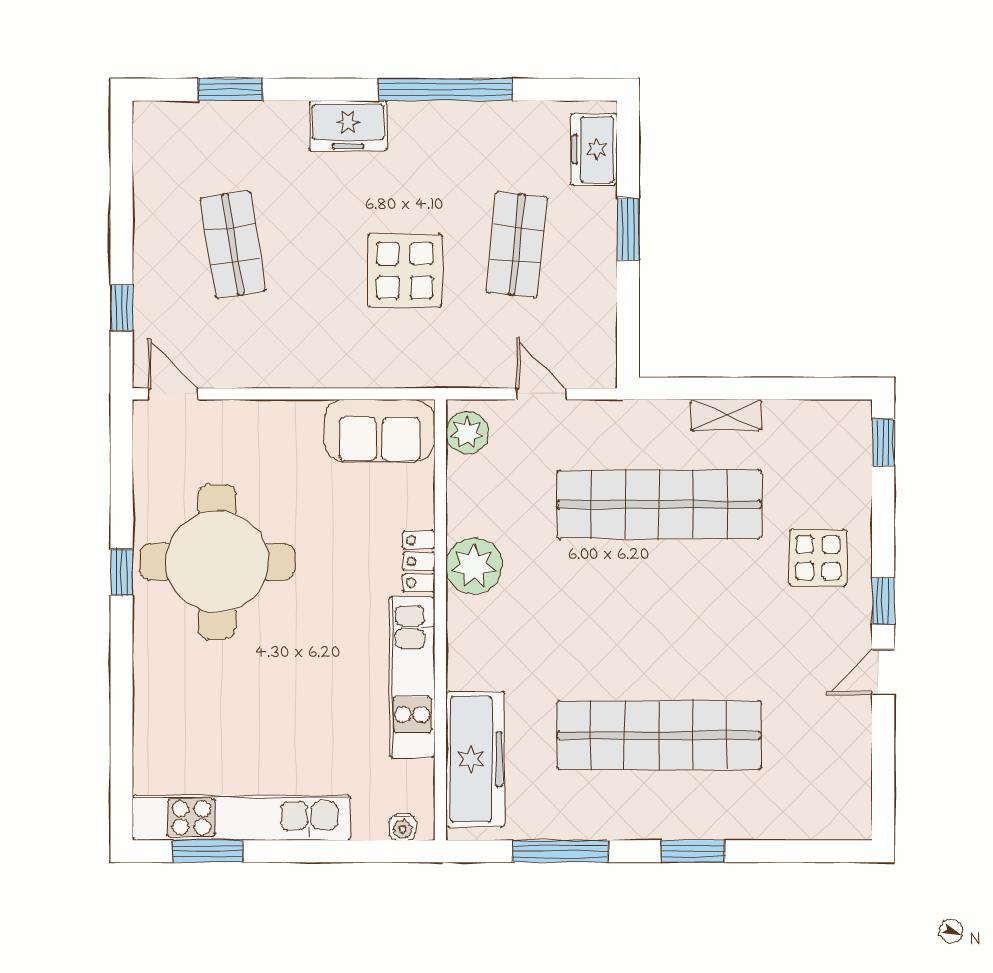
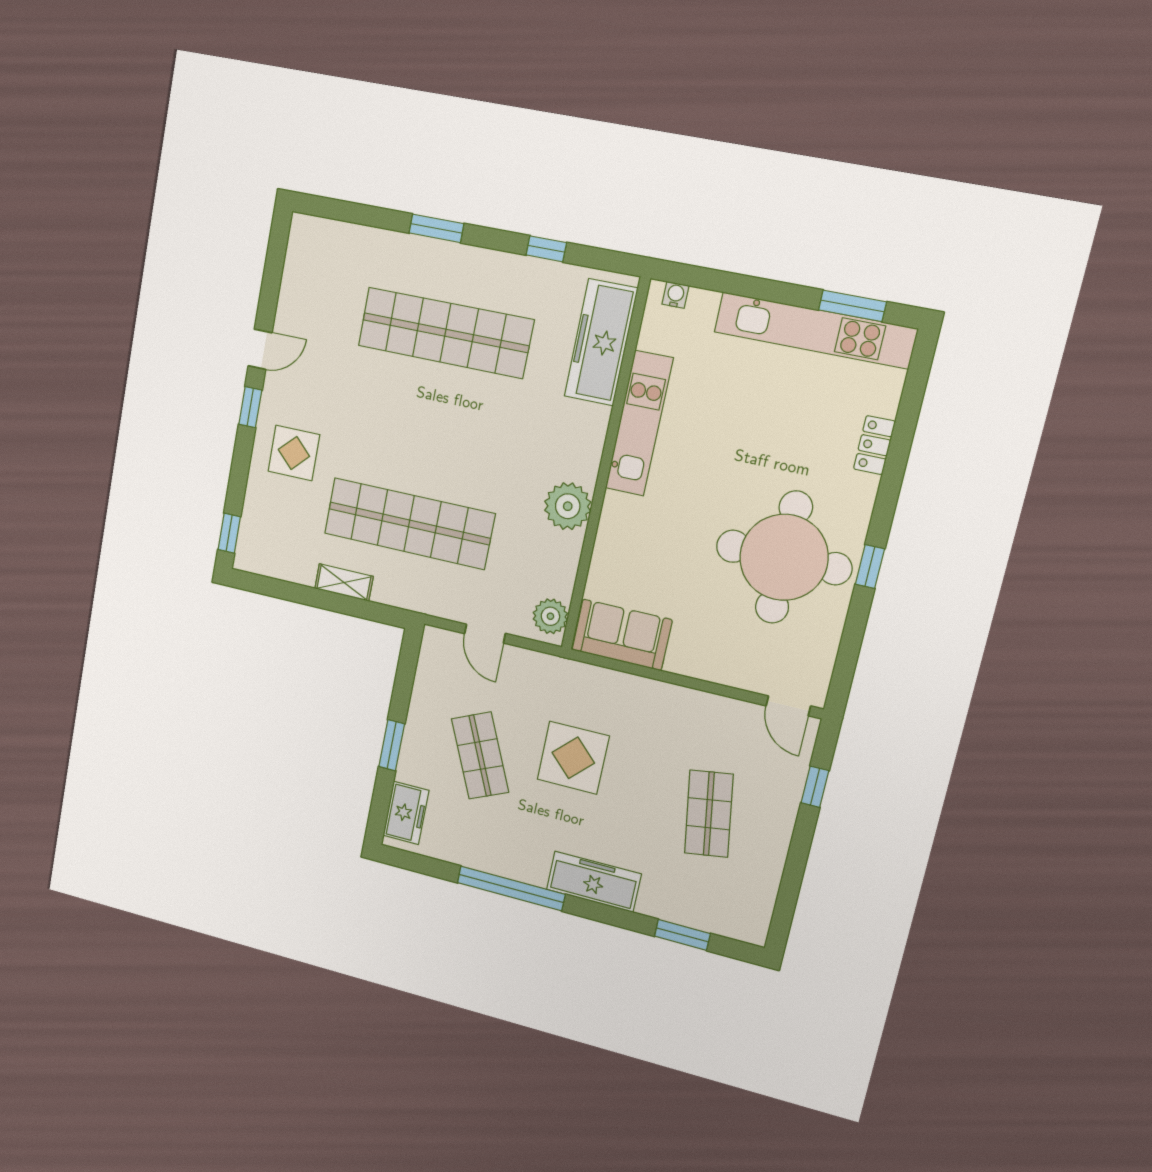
freezer: (348, 126) -> (594, 882), width x1.40
shop shelf: (517, 245) -> (480, 756), turned -30
locker: (419, 561) -> (874, 445), moved, turned 180
window: (560, 851) -> (546, 249), width x0.46

